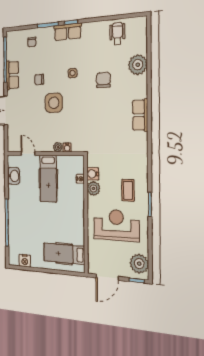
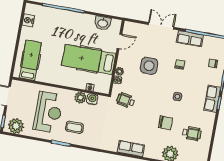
wheelchair: (117, 34) -> (192, 133), moved
side table: (54, 103) -> (149, 66), moved
wheelchair: (87, 133) -> (126, 100), added
hospital bed: (48, 179) -> (89, 59), width x1.37, depth x1.29

